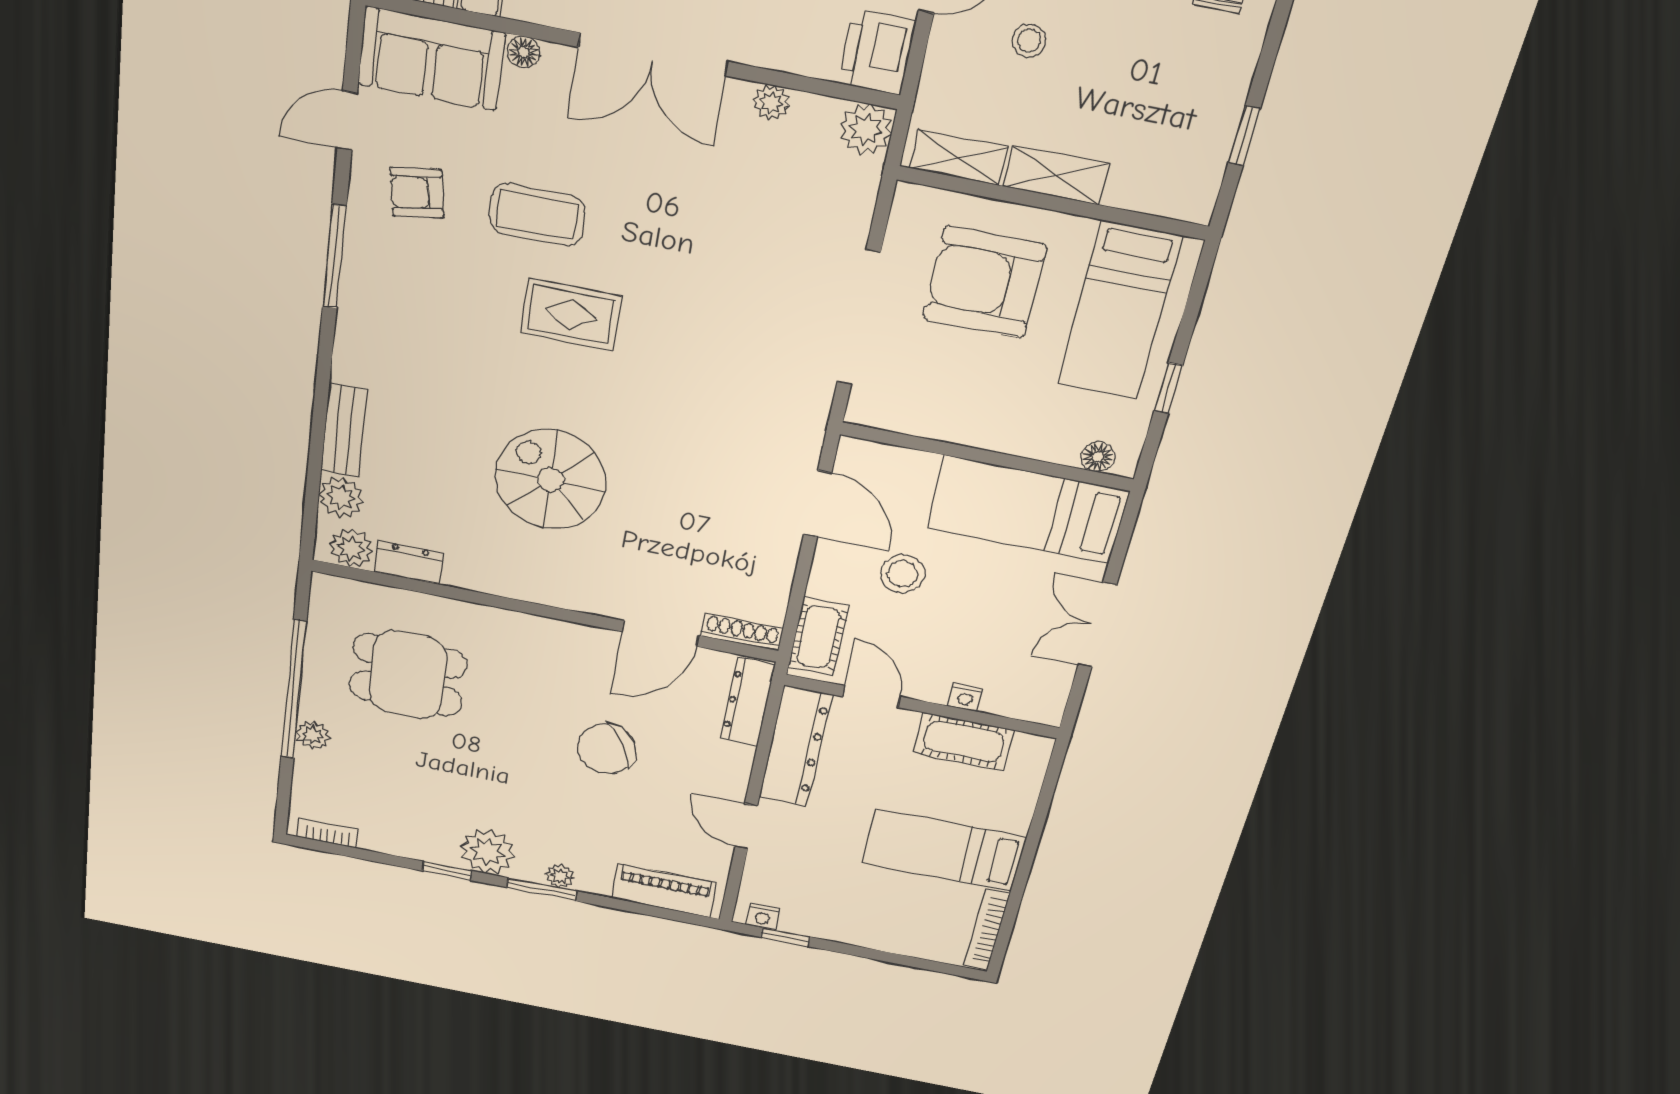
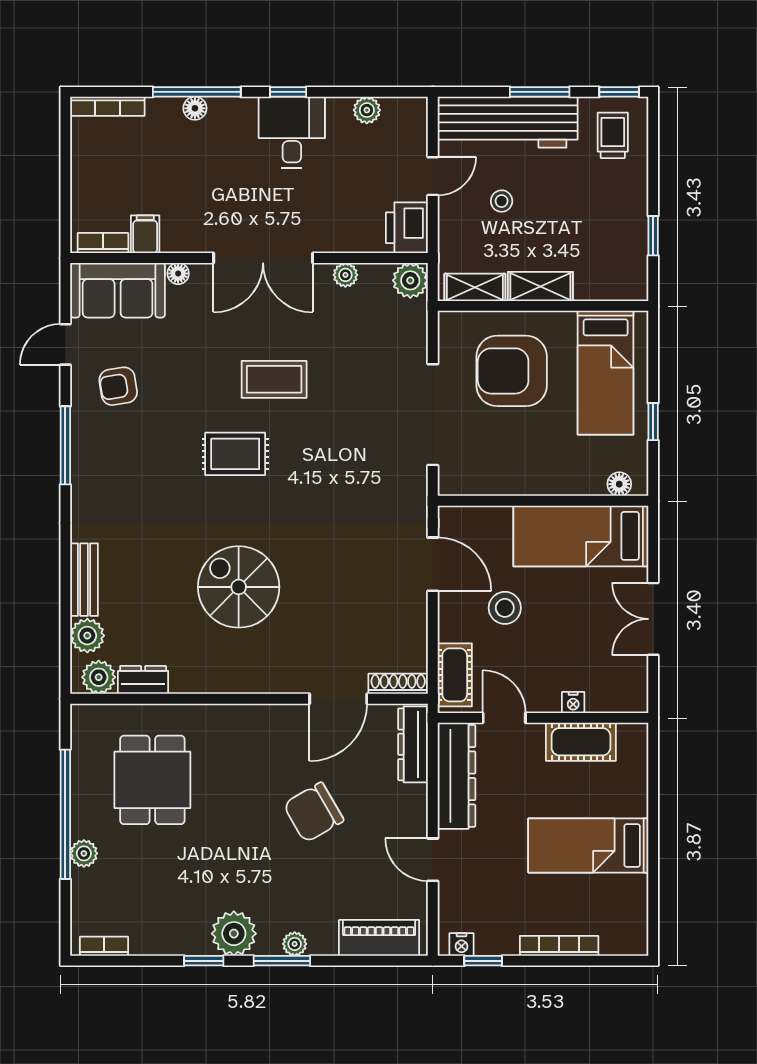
coffee table: (537, 215) -> (274, 379), moved
dining table: (408, 675) -> (152, 780), turned 90
bookcase: (986, 930) -> (559, 946), moved, turned 90

